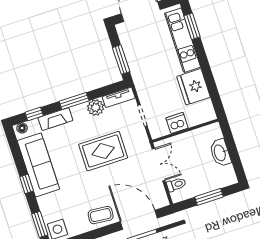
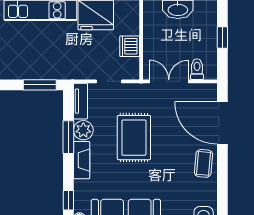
window: (74, 101) -> (68, 137), moved
fireplace: (55, 119) -> (82, 160), moved
window: (209, 197) -> (222, 38), width x0.67
door: (139, 220) -> (222, 123), hinge flipped

